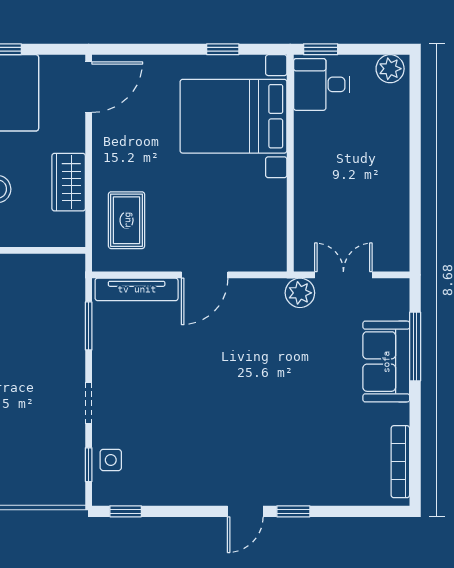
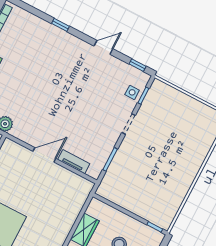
rug: (127, 220) -> (67, 199), removed
tv unit: (137, 289) -> (74, 162), width x0.71
door: (245, 511) -> (103, 47), moved

